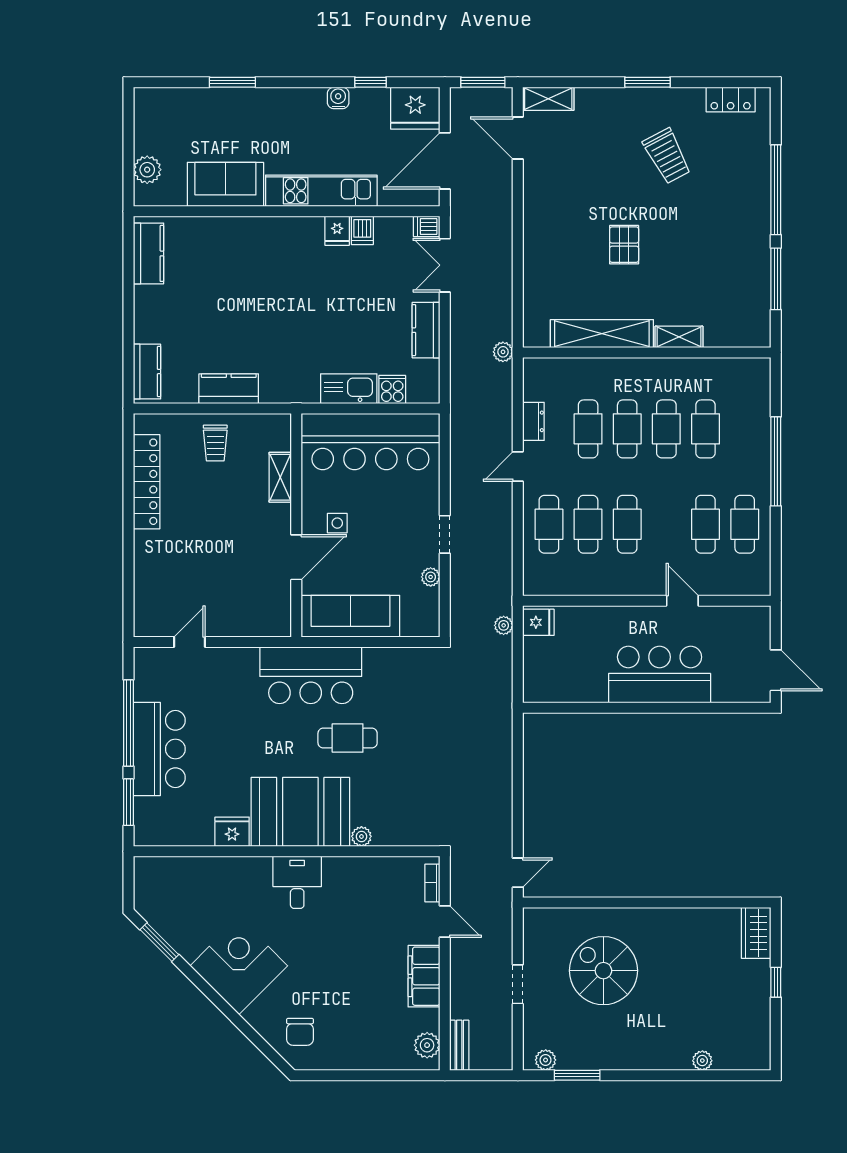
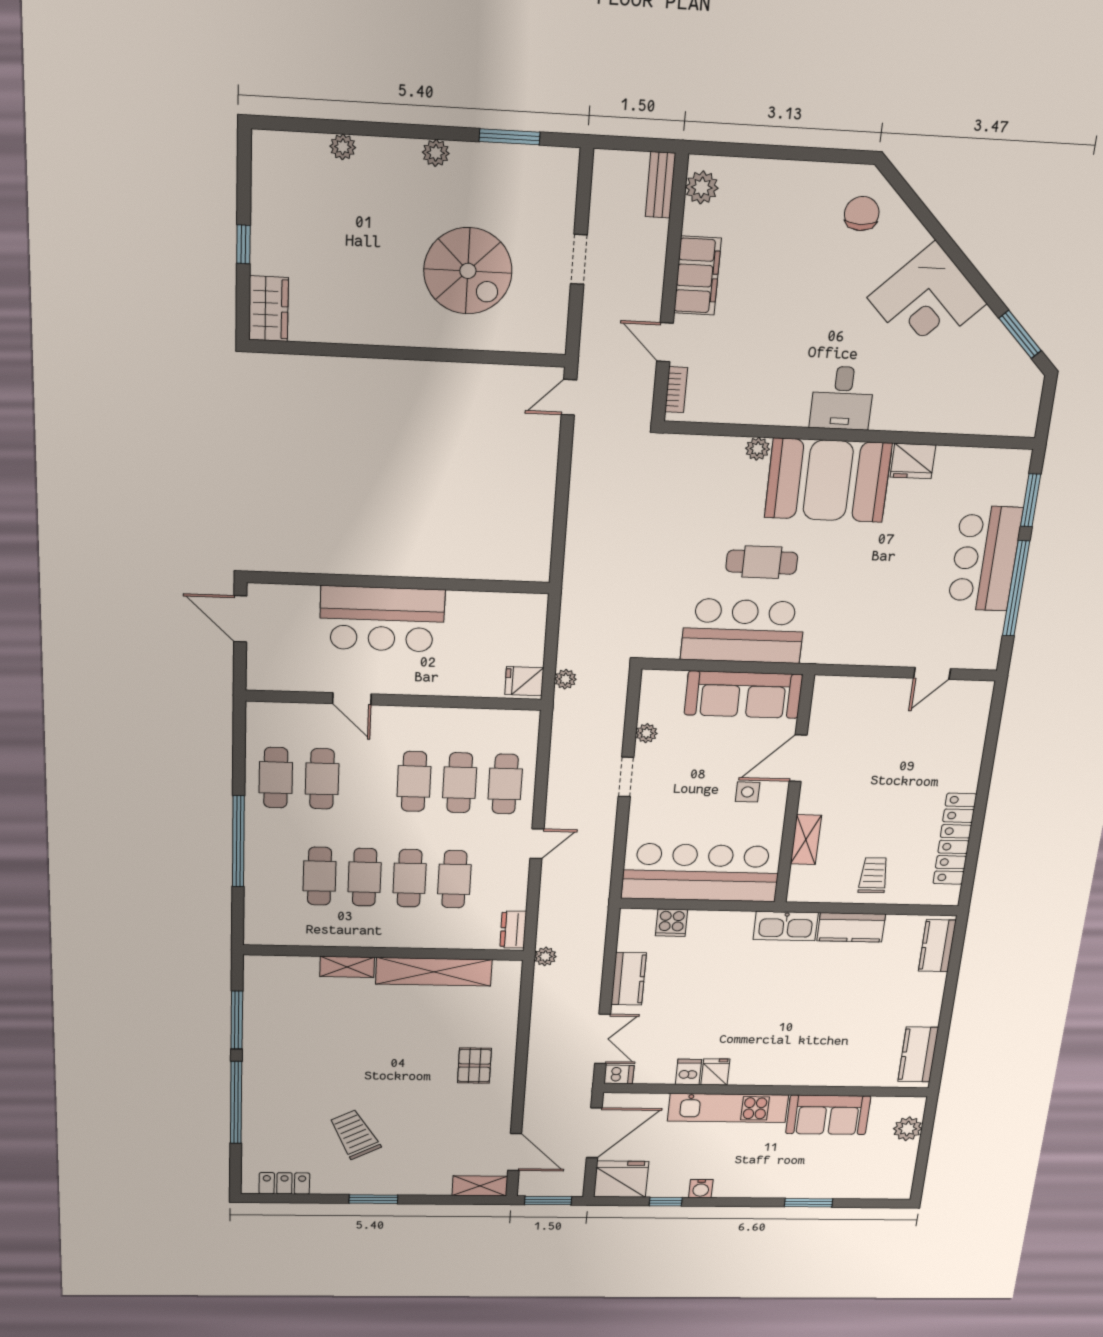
pallet: (624, 245) -> (474, 1066), moved
kitchen sink: (349, 389) -> (786, 926), moved
dresser: (533, 421) -> (513, 930), moved
bar counter: (311, 675) -> (743, 631), moved
plant: (546, 1060) -> (436, 153), moved

